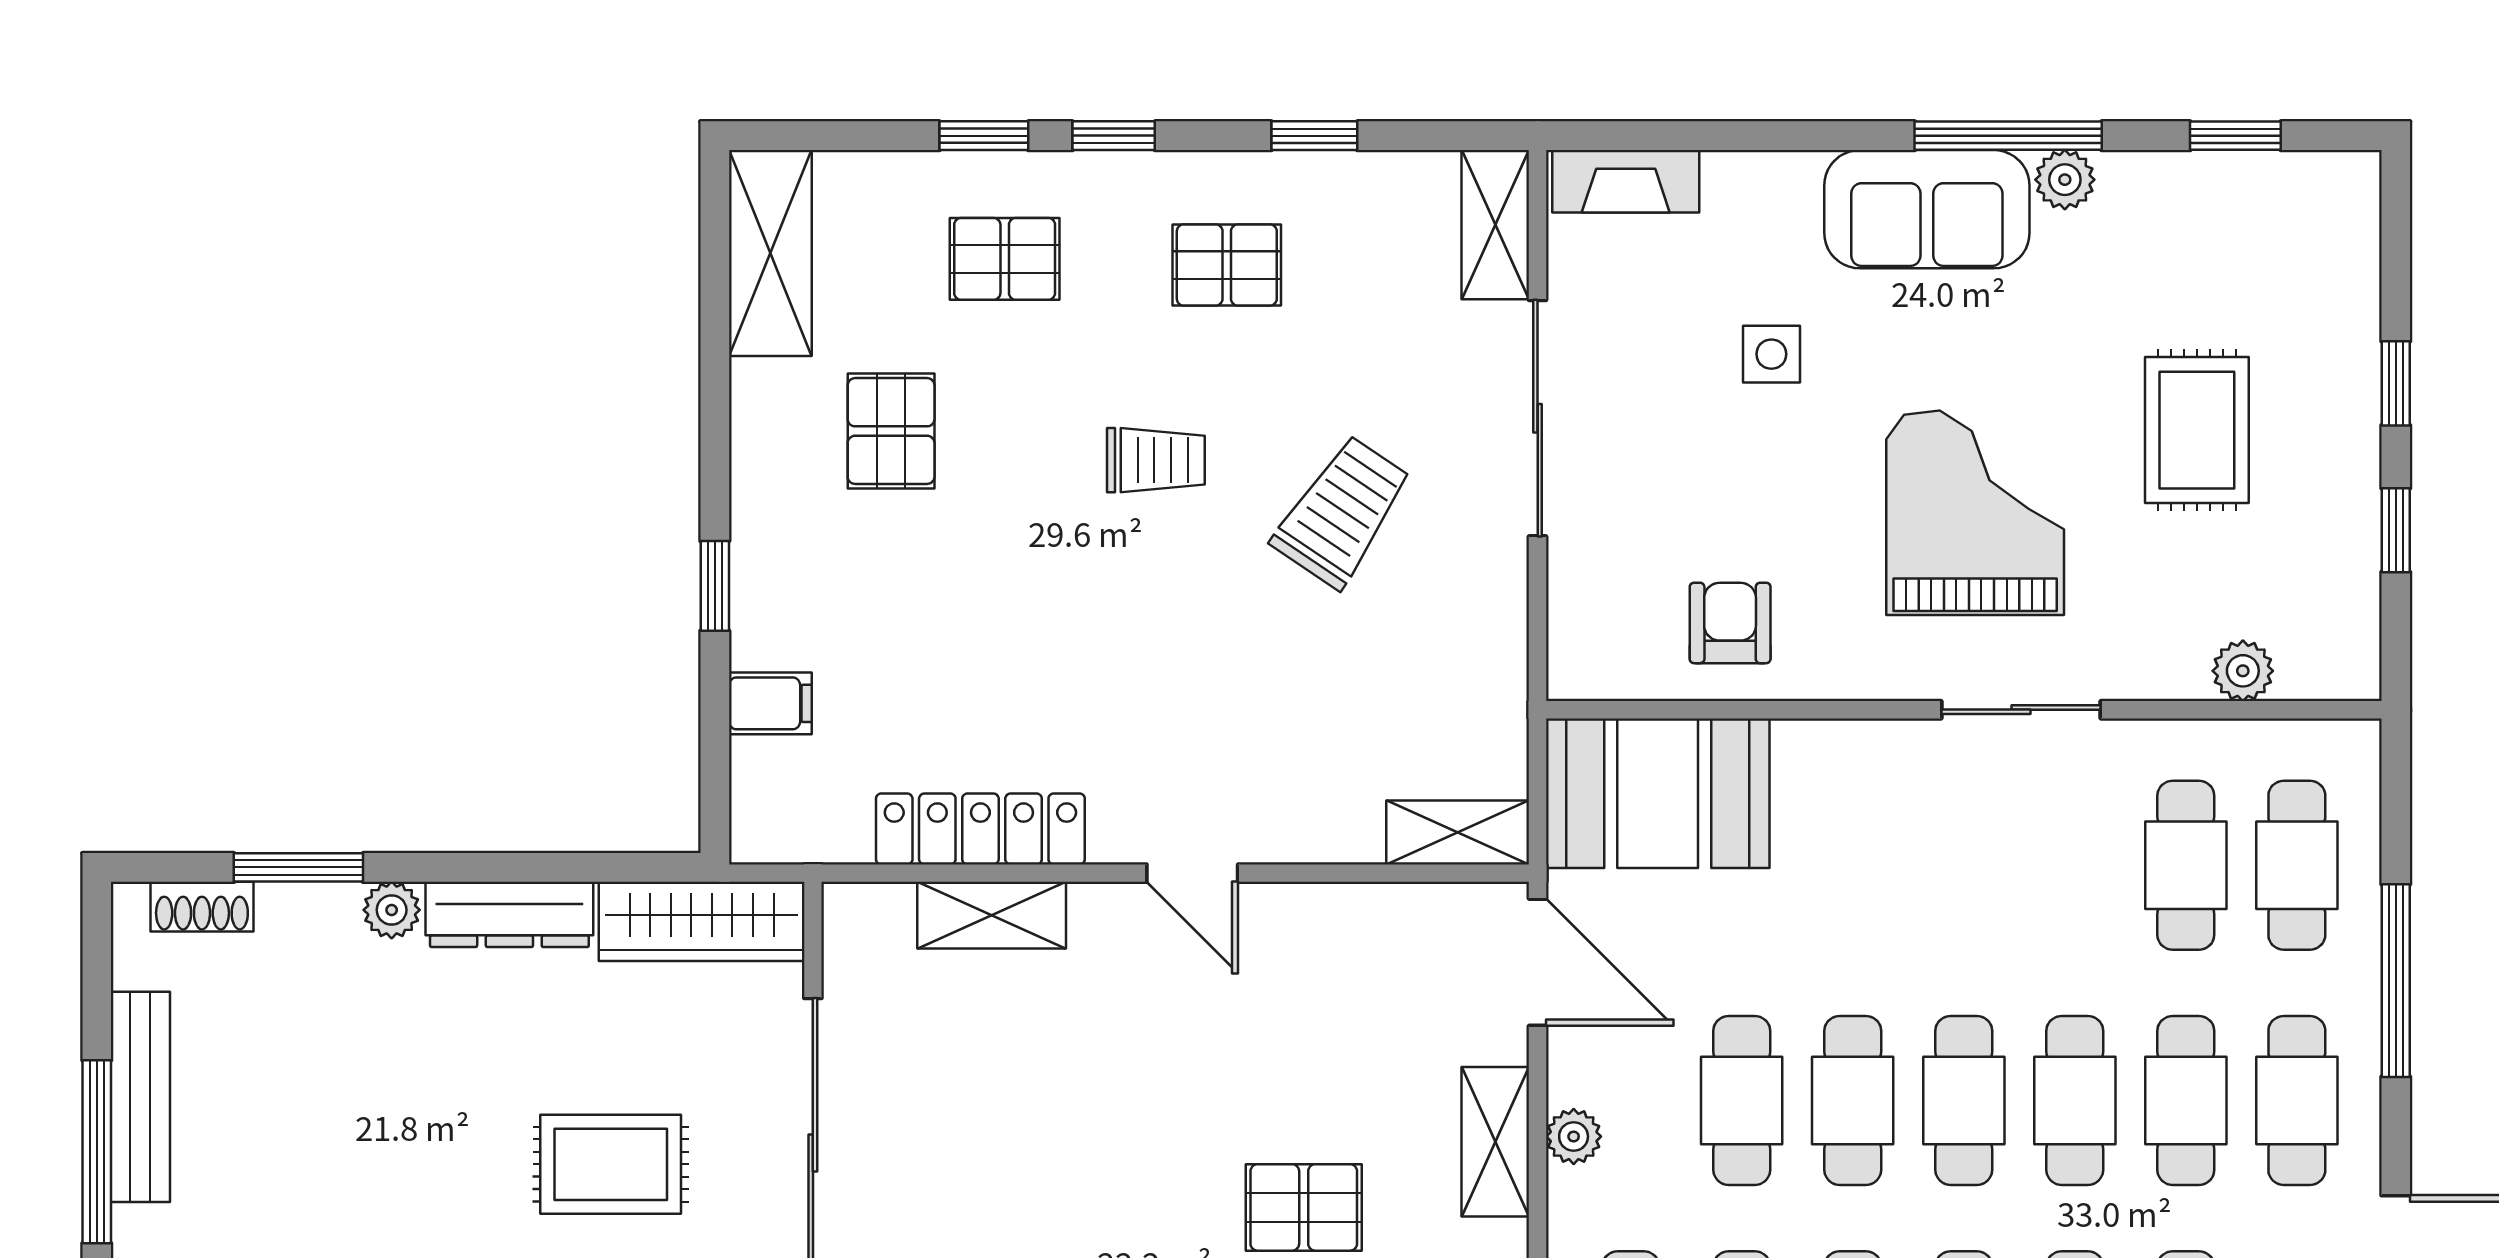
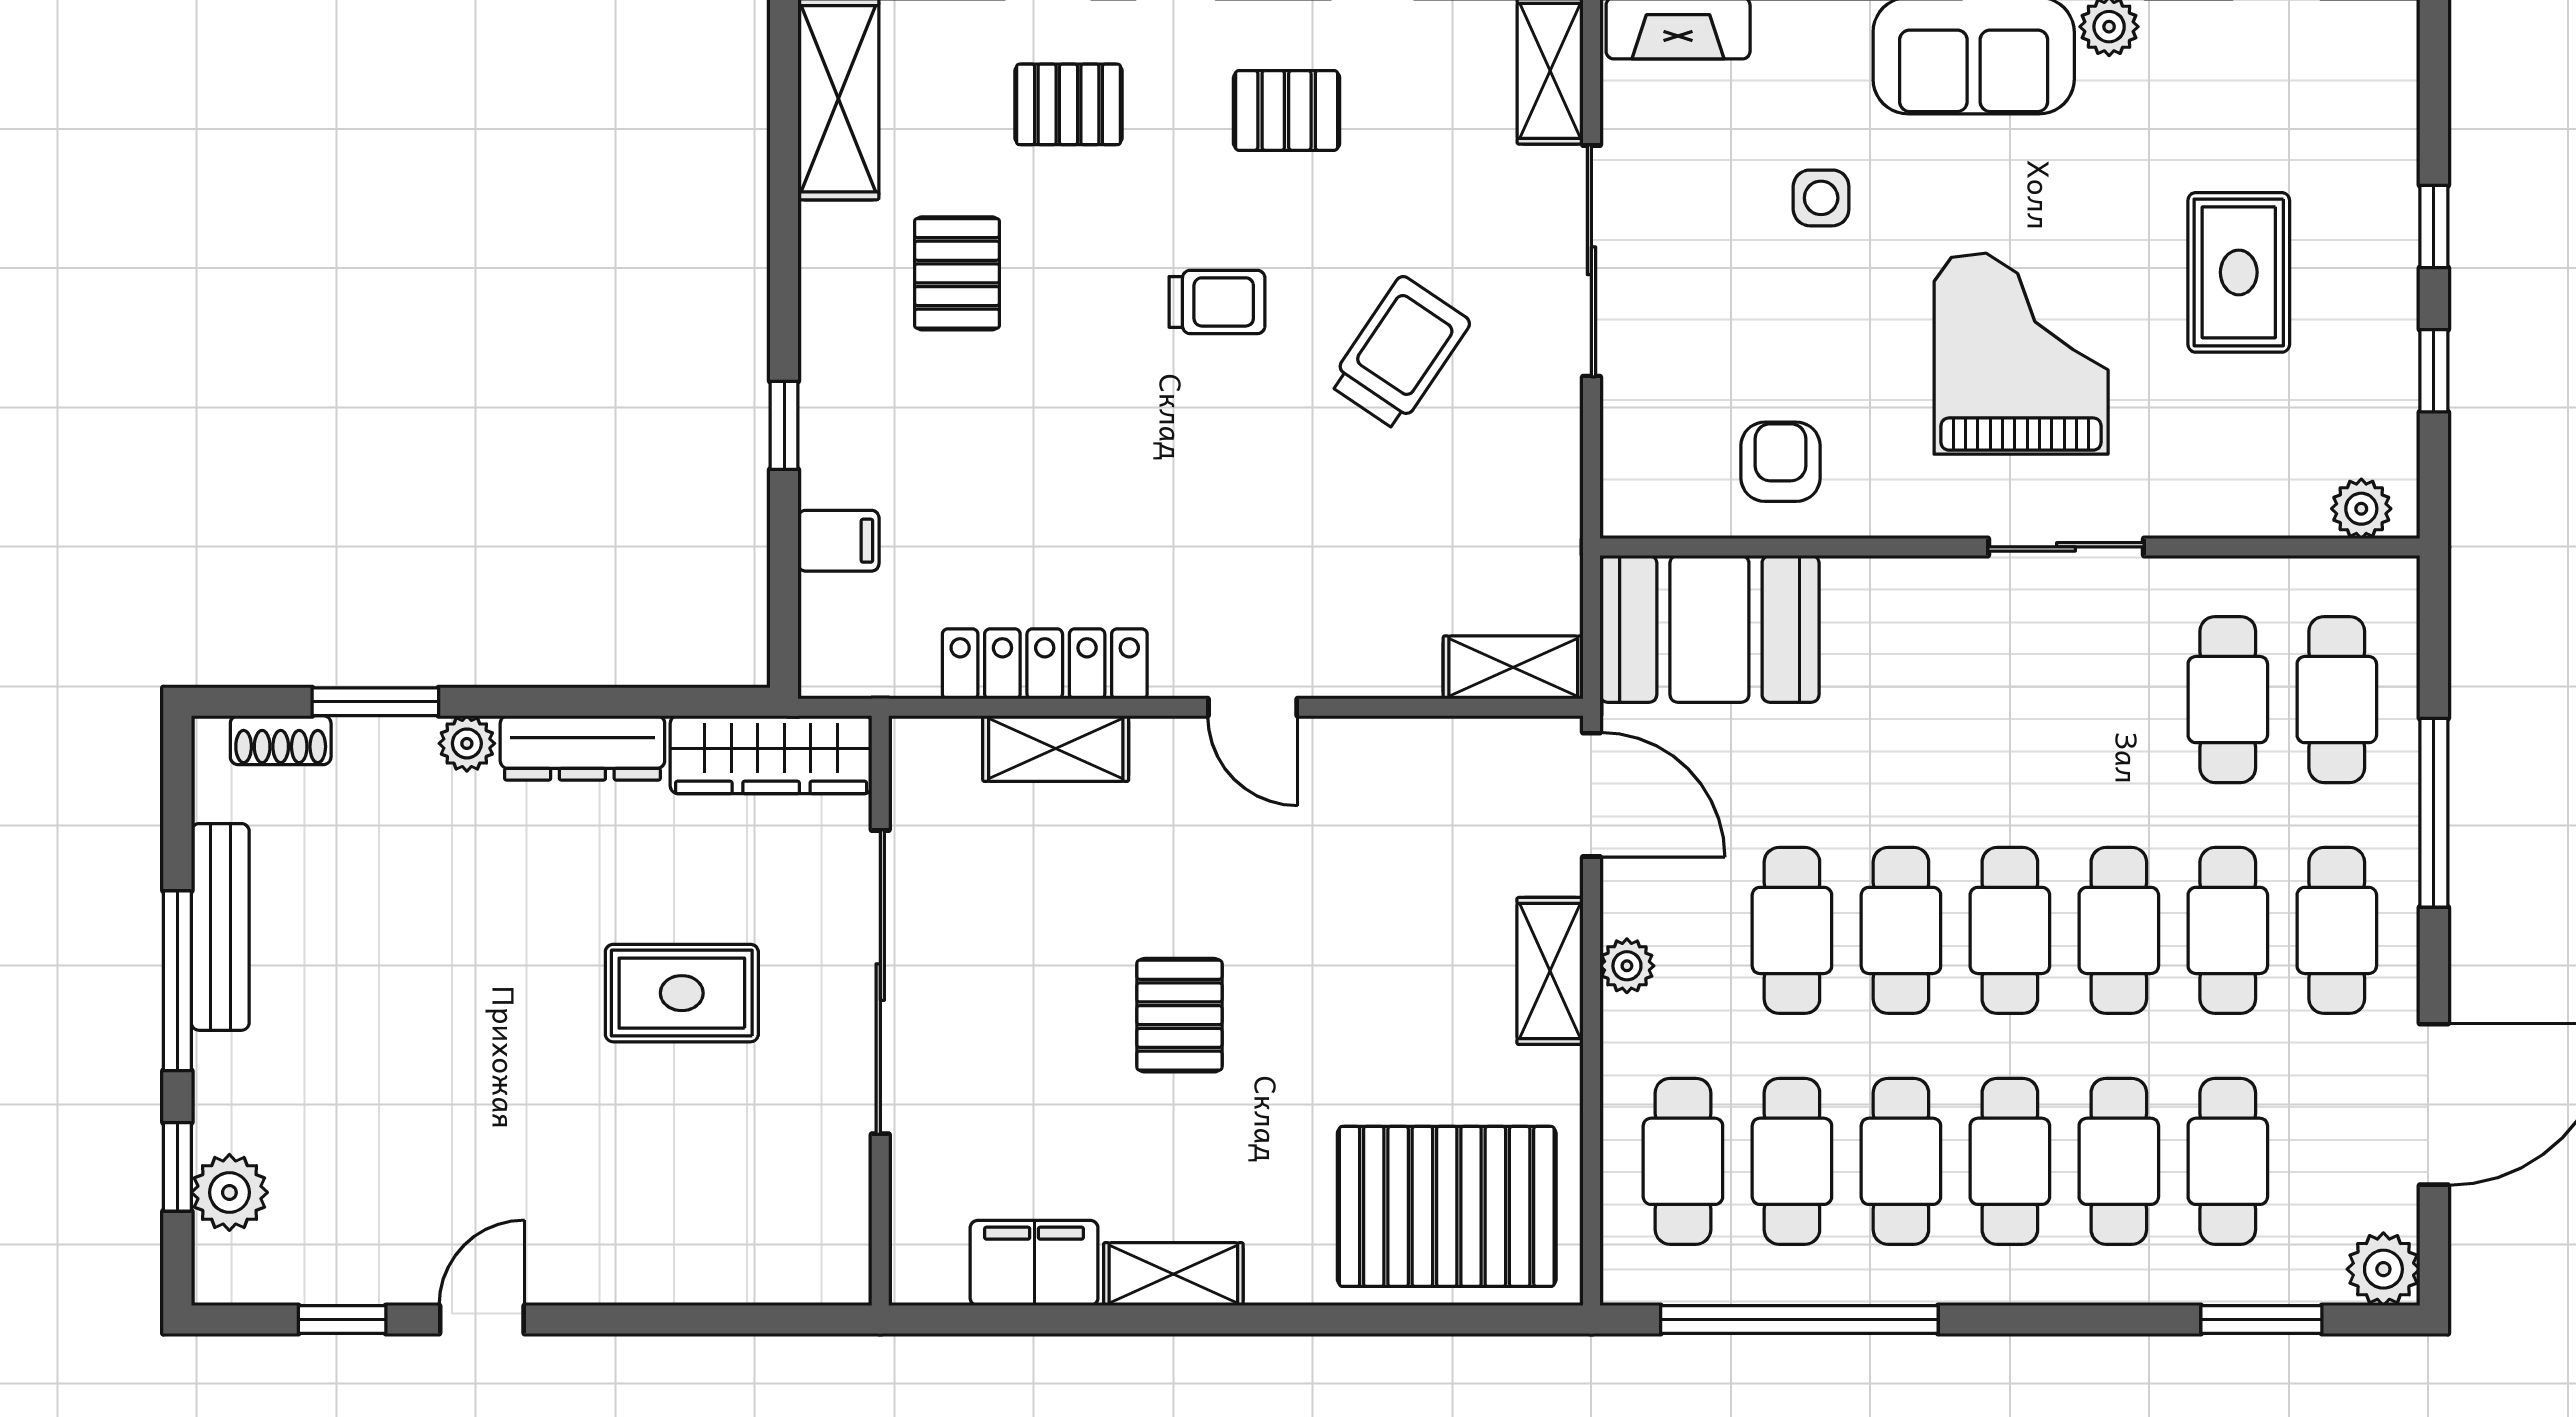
plant: (2243, 671) -> (2361, 509), moved
pallet: (1304, 1207) -> (1179, 1015), moved, turned 90

